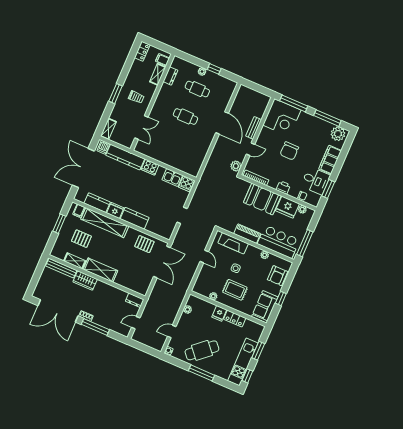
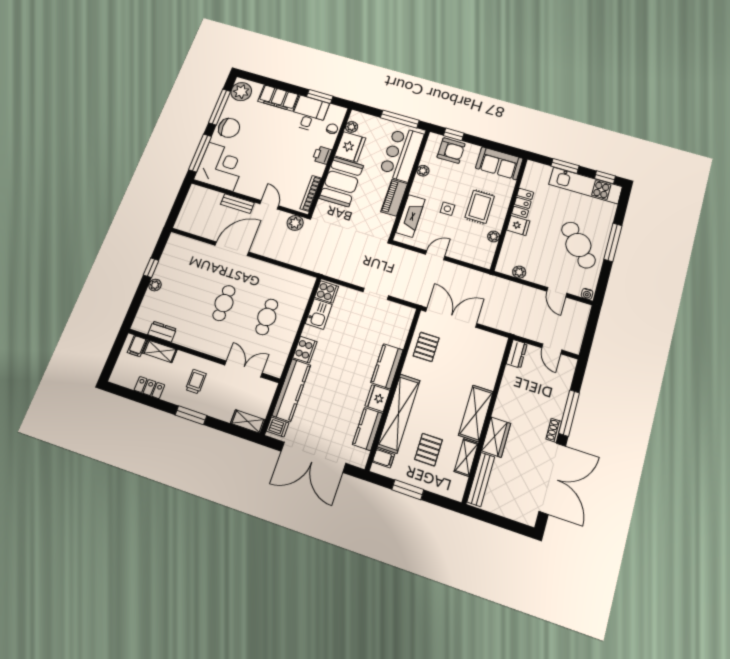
locker: (142, 51) -> (149, 388), moved
cafe table: (197, 89) -> (267, 317), moved
chair: (289, 151) -> (229, 128), moved
window: (281, 298) -> (454, 134), moved

